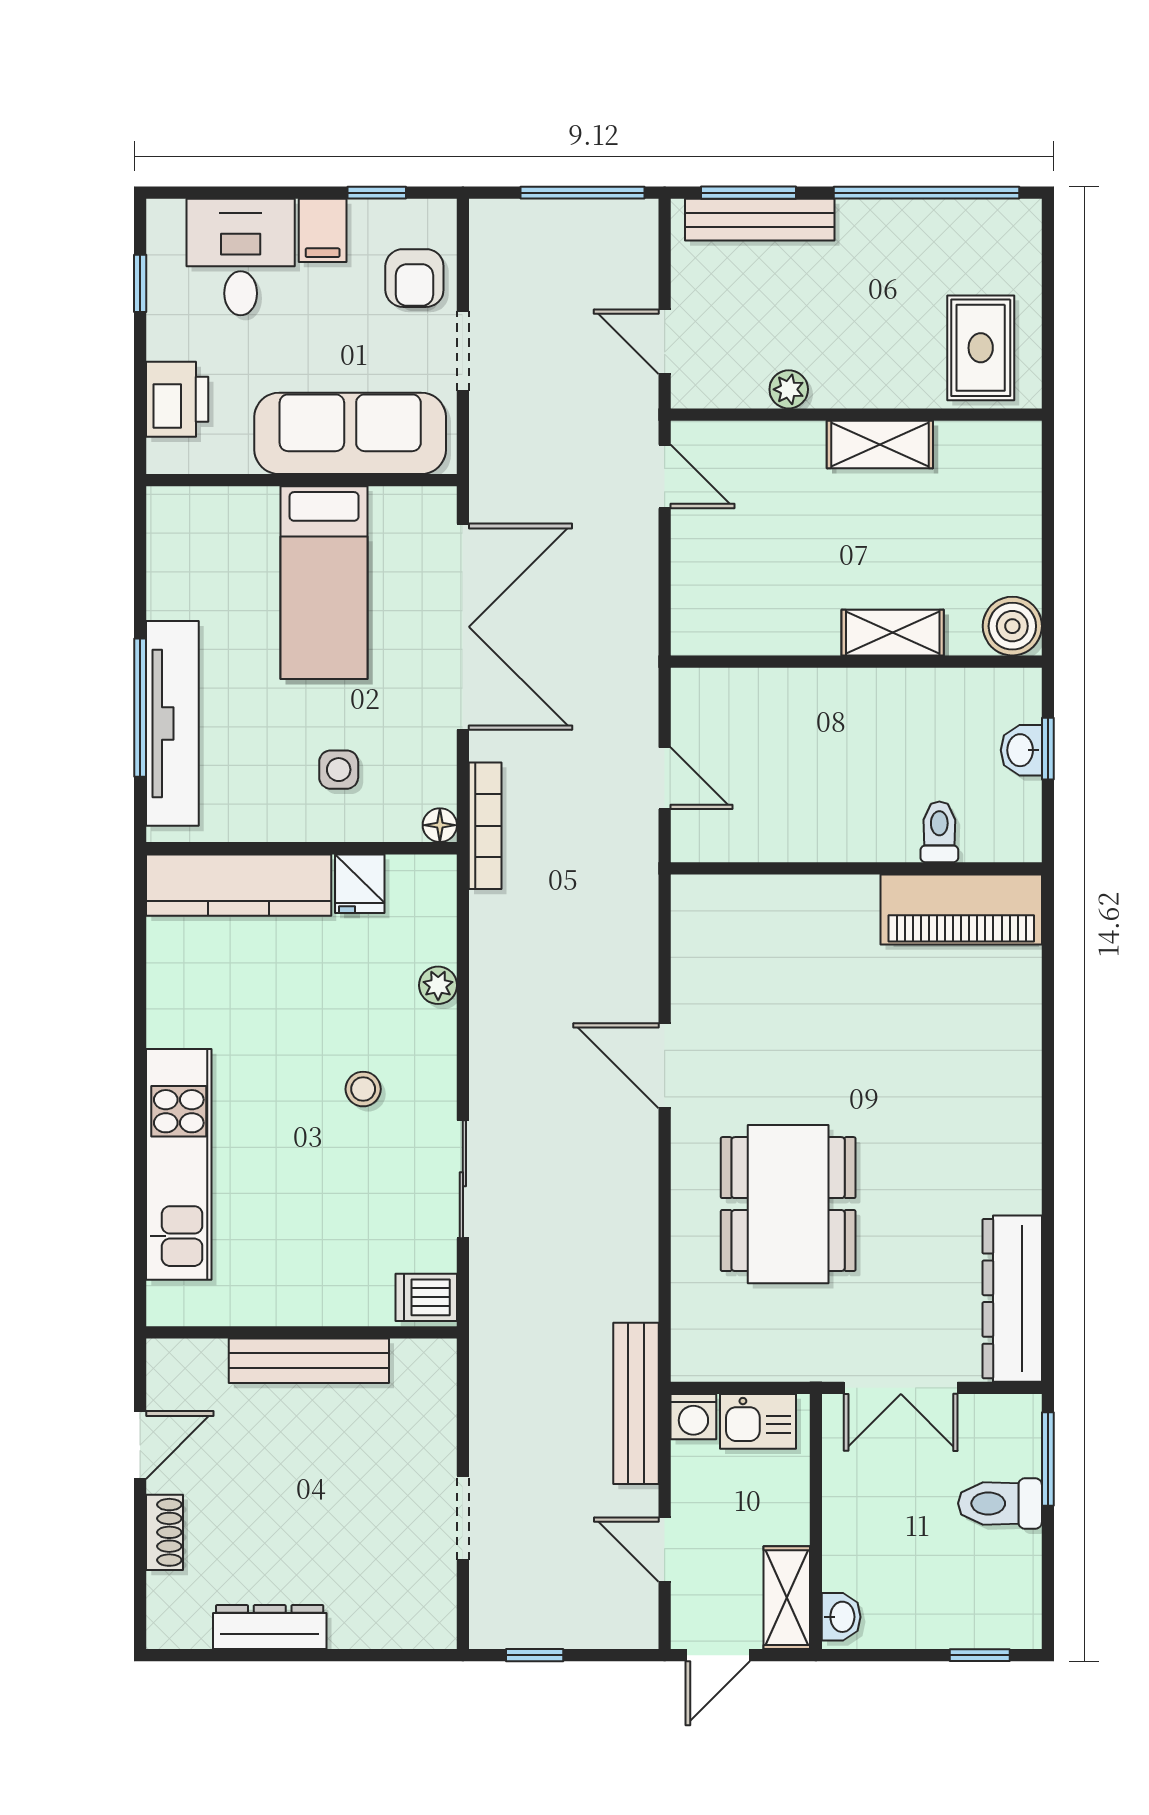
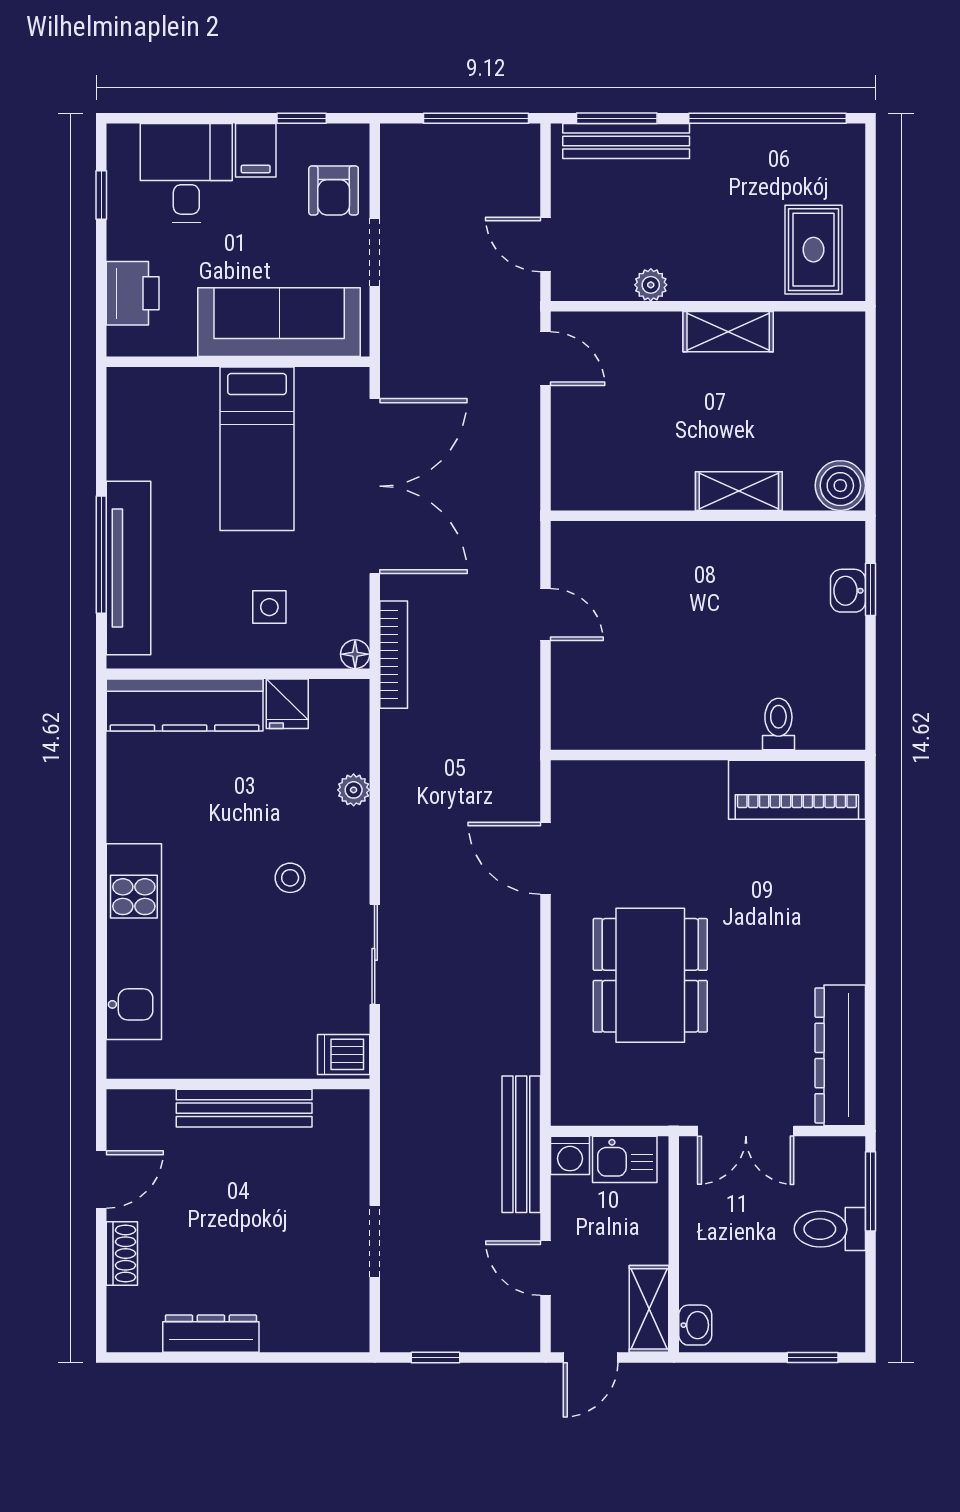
toilet: (939, 832) -> (778, 724), moved
wall: (856, 868) -> (708, 755), moved
piano: (961, 910) -> (797, 790), moved

